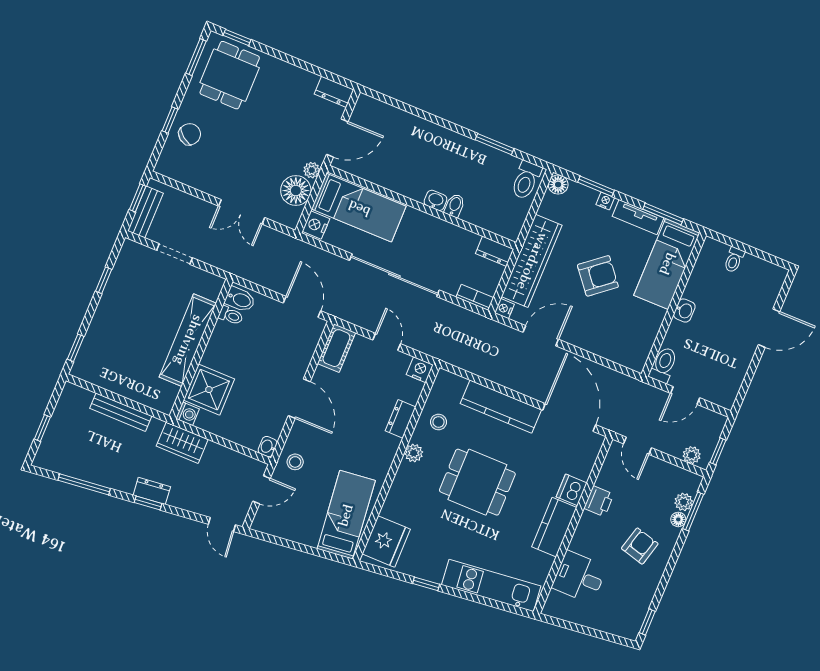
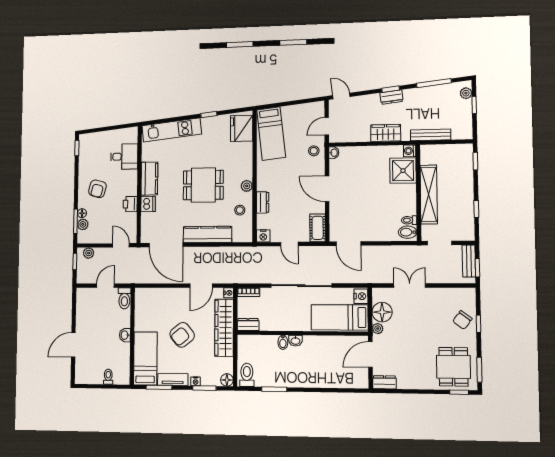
bidet: (240, 299) -> (408, 232), moved
toilet: (231, 315) -> (409, 220), moved
shelving: (188, 340) -> (429, 194), moved
wall: (201, 349) -> (418, 193), moved
shower: (209, 390) -> (403, 171), moved
washing machine: (188, 414) -> (410, 151), moved
plant: (46, 450) -> (466, 93), added

